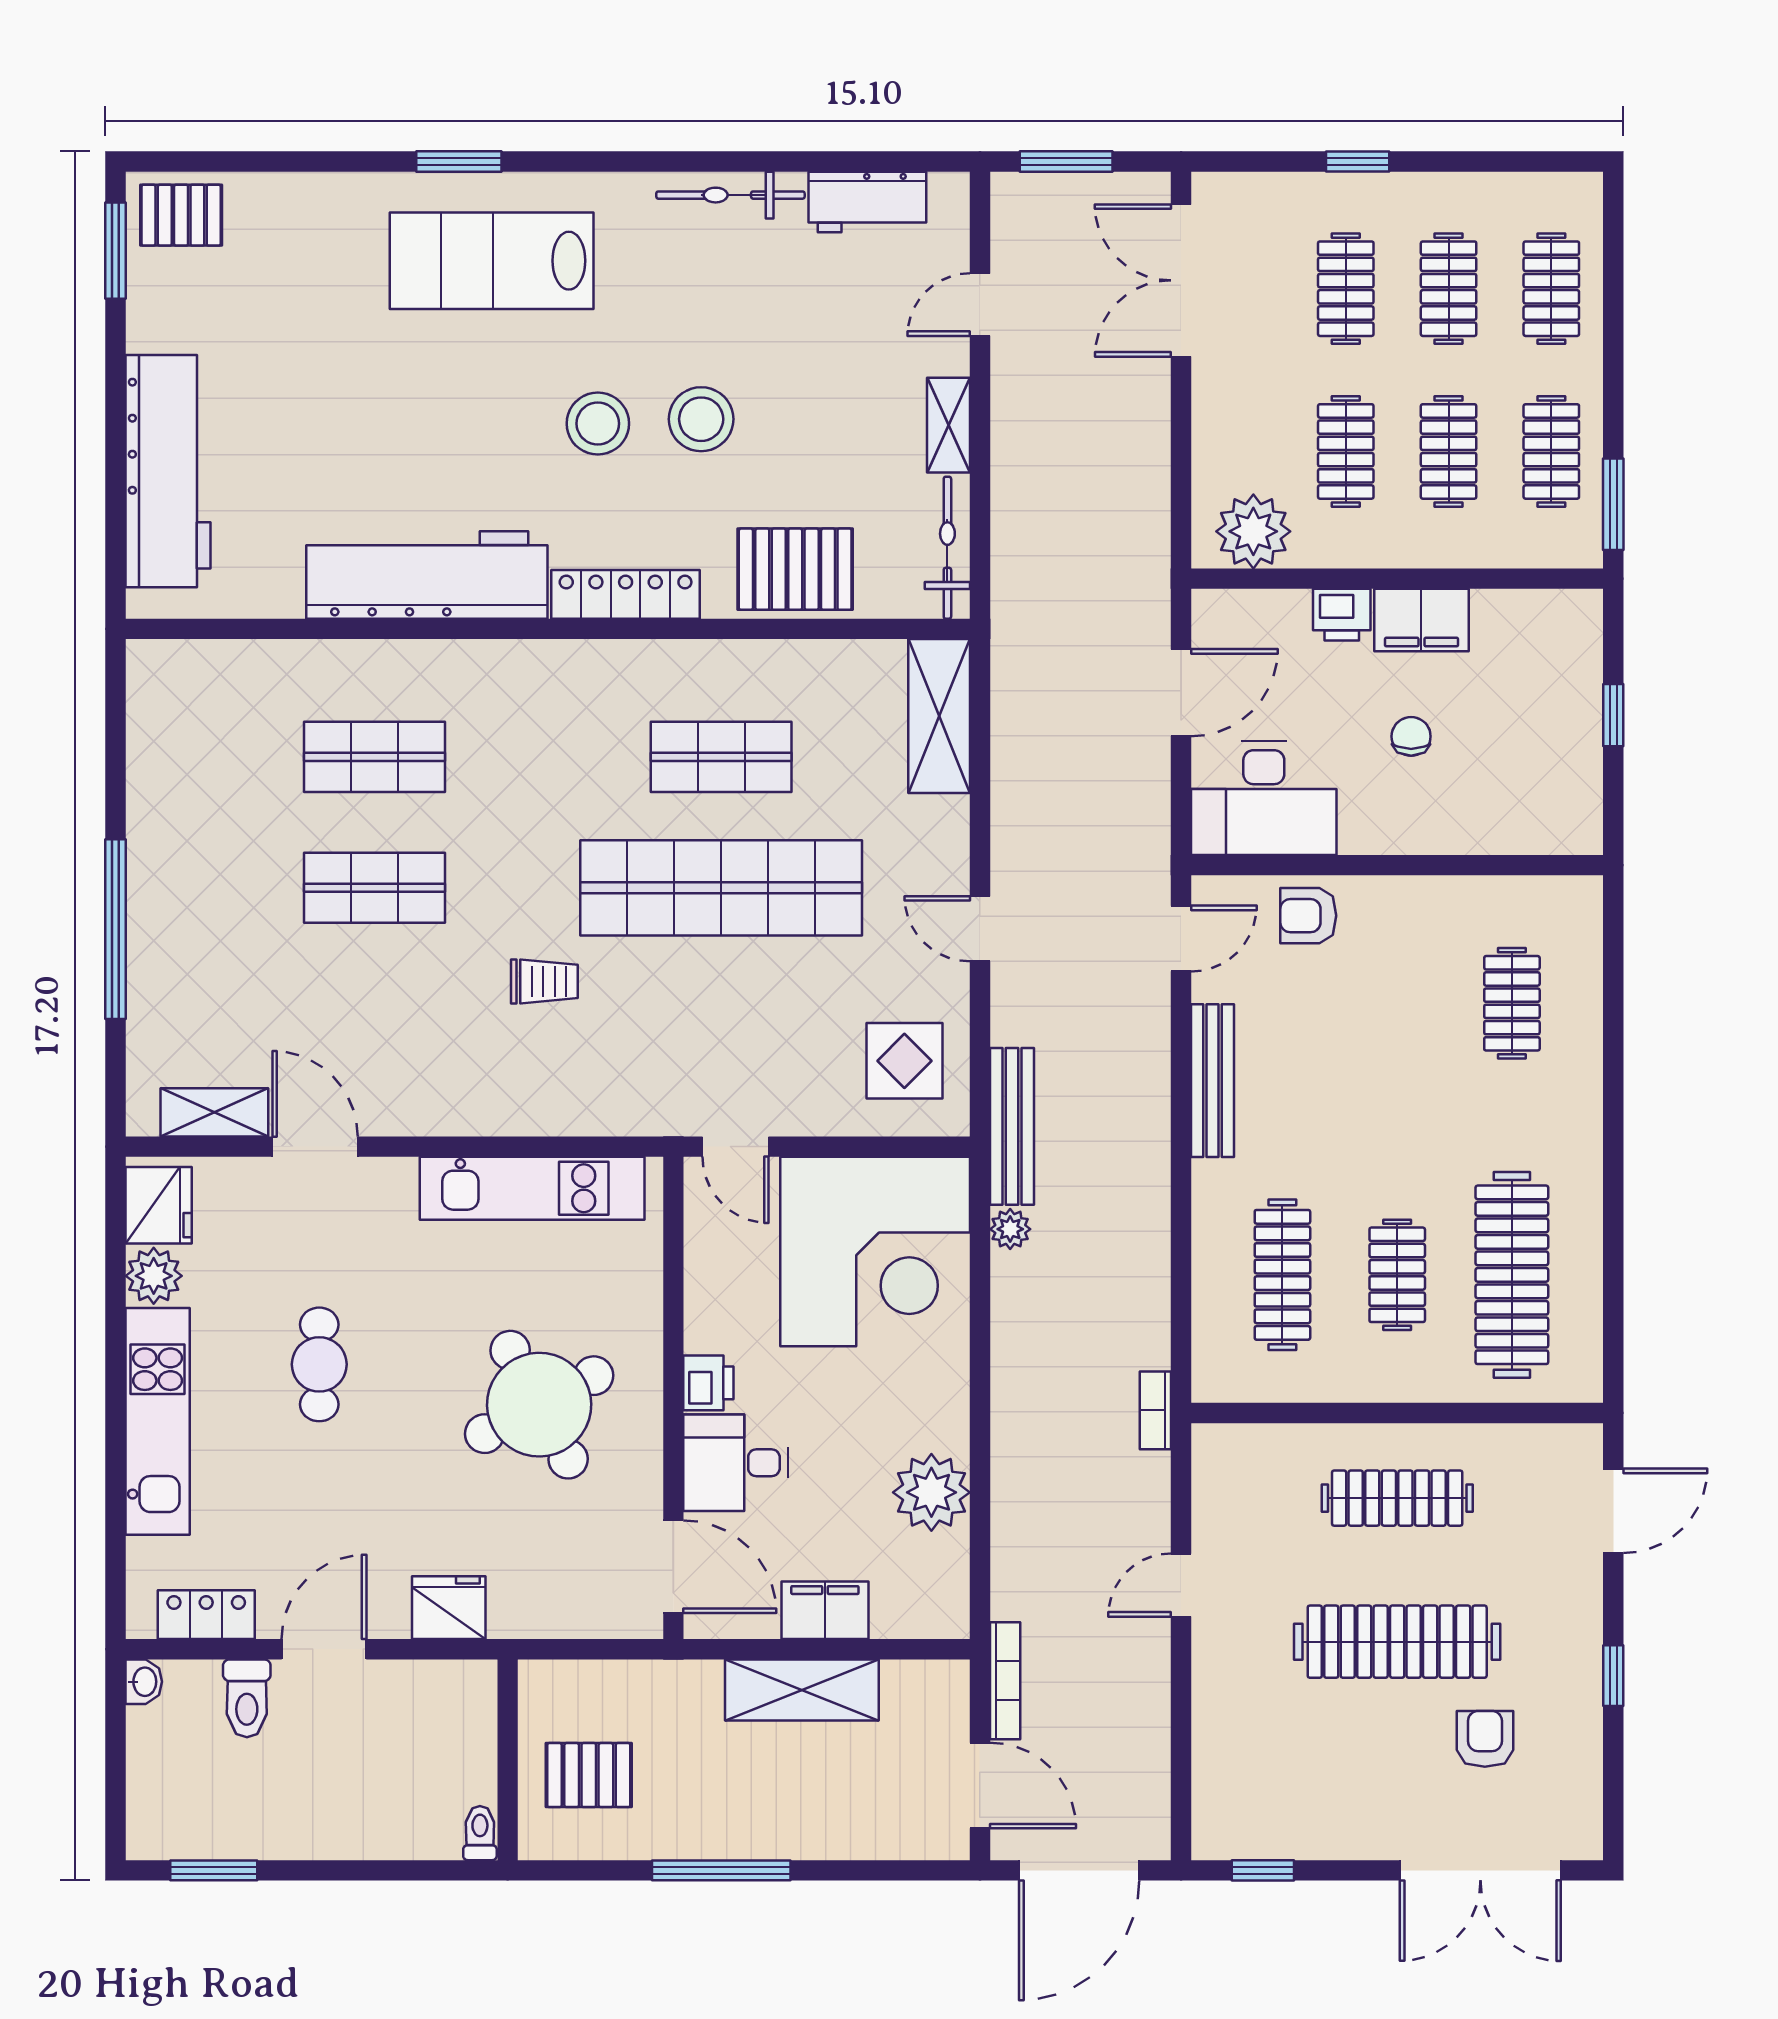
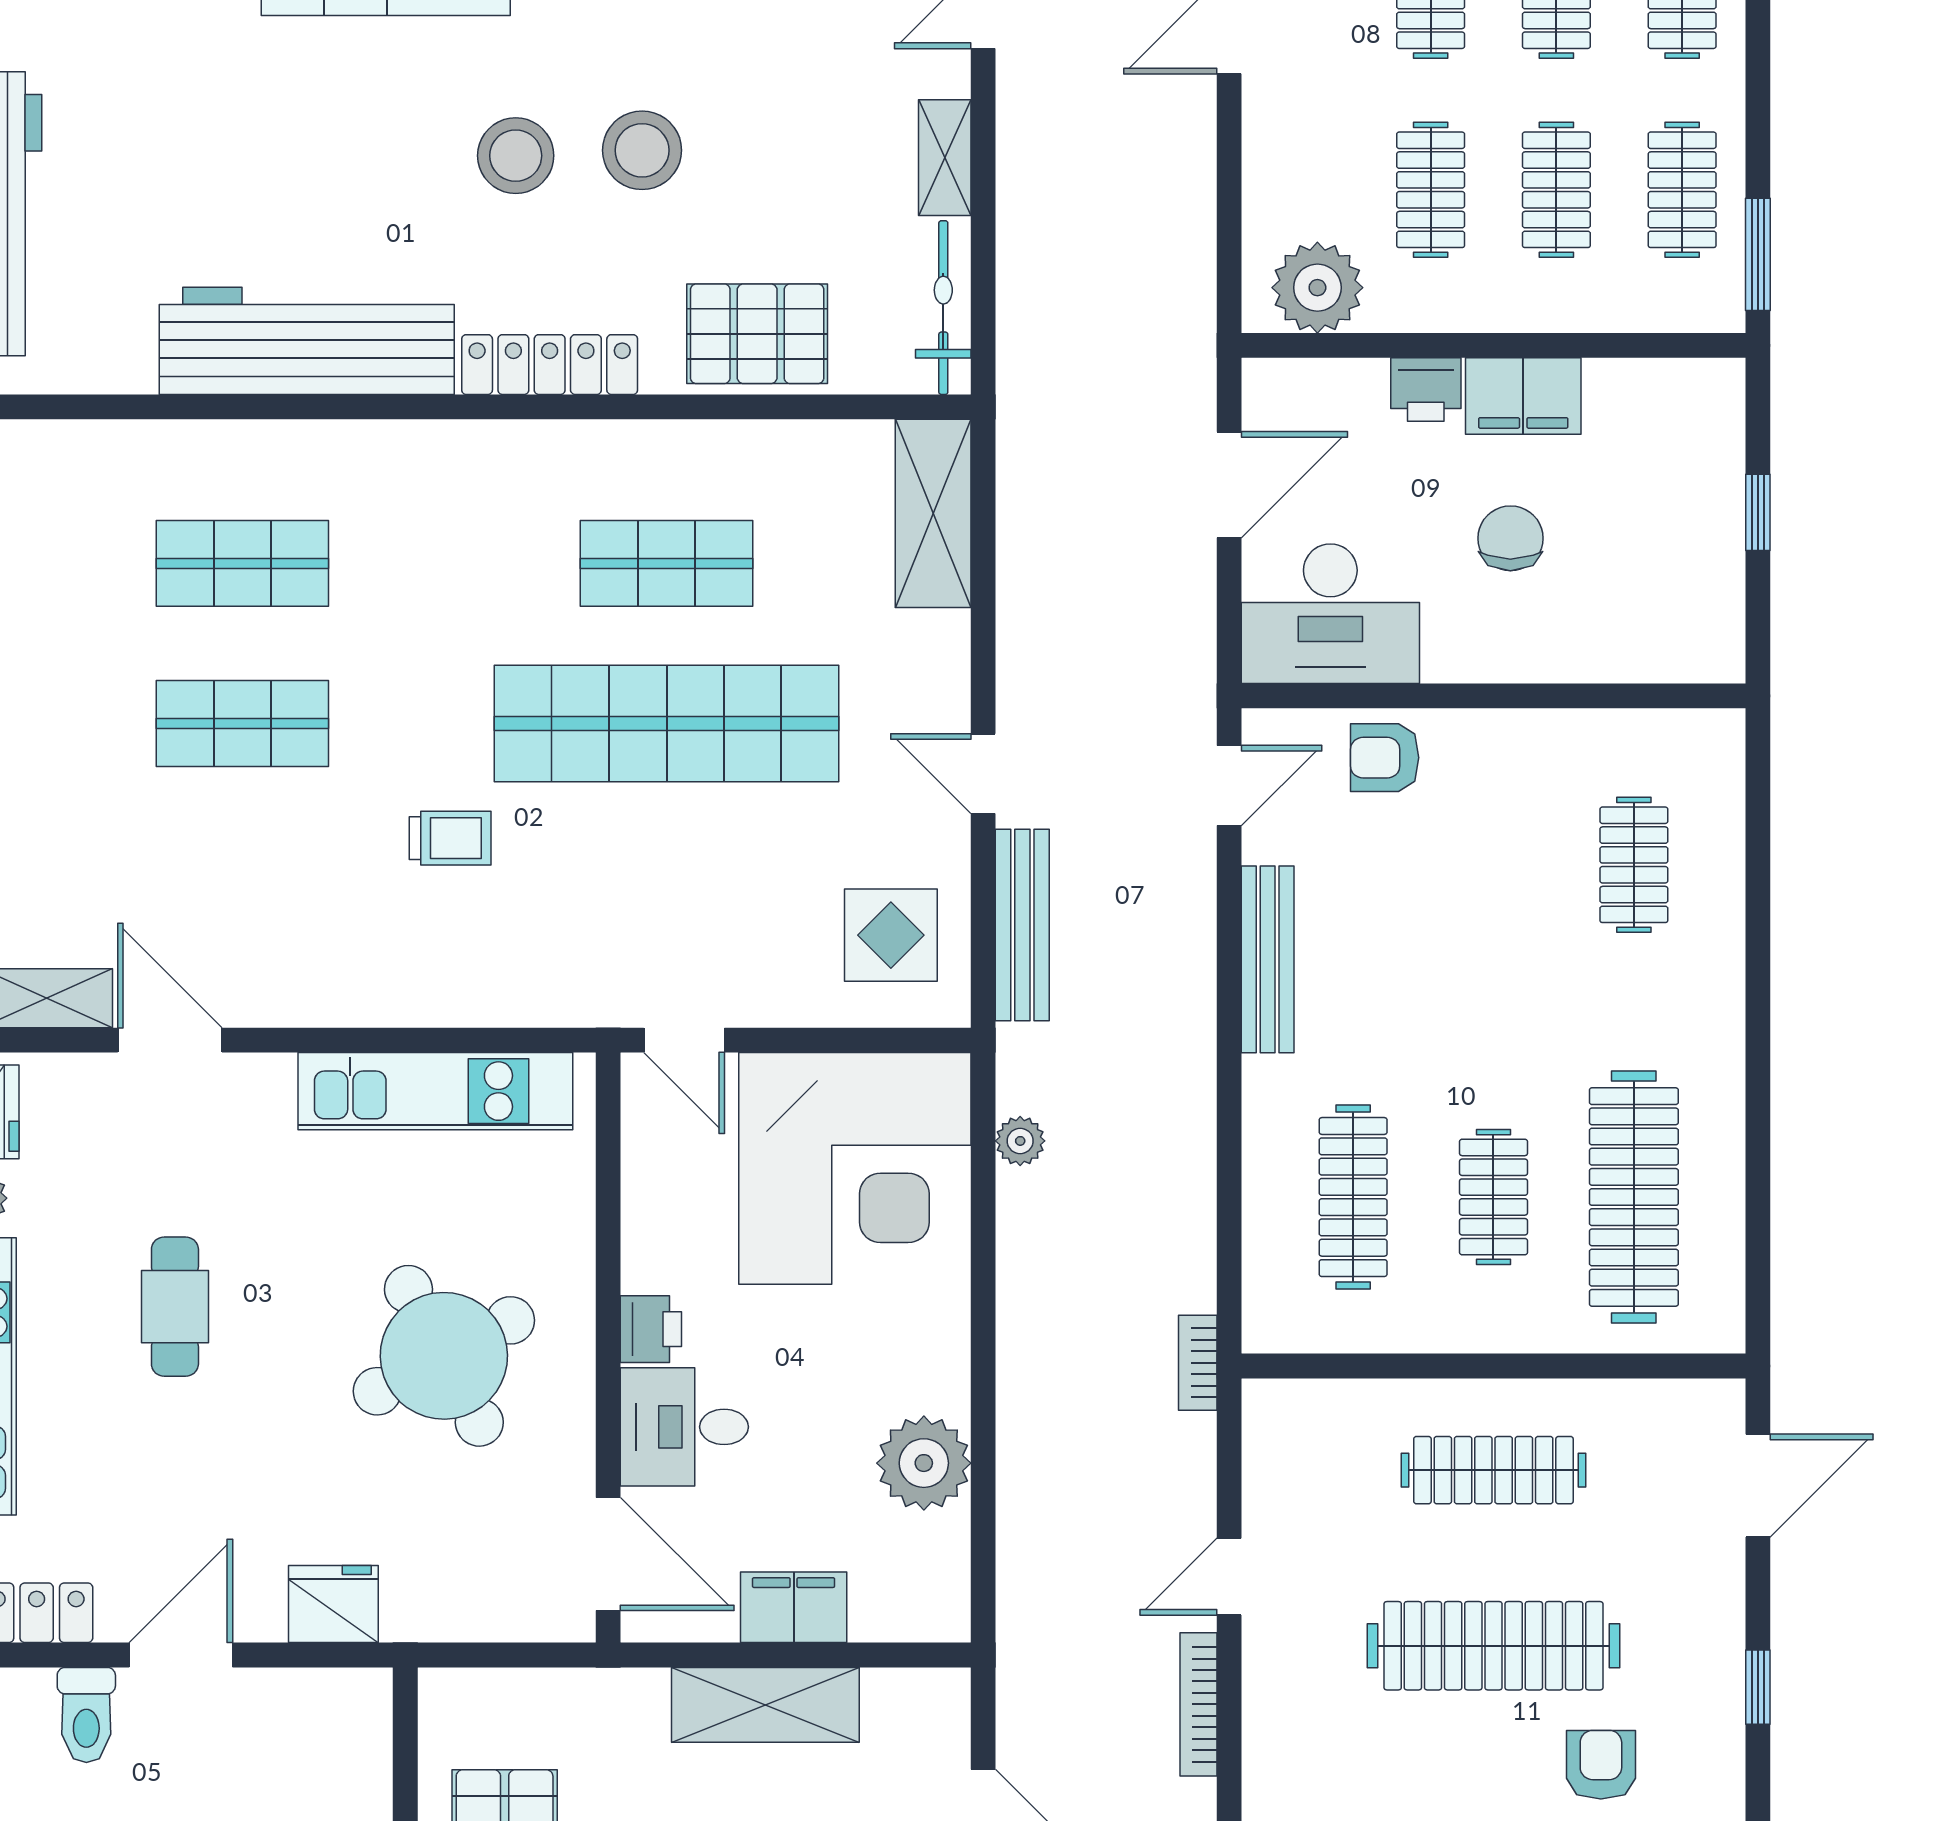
chair: (1411, 736) -> (1510, 538), width x1.37, depth x1.37
bench: (1012, 1126) -> (1022, 925), moved
bookcase: (1005, 1681) -> (1198, 1704), moved, turned 180

